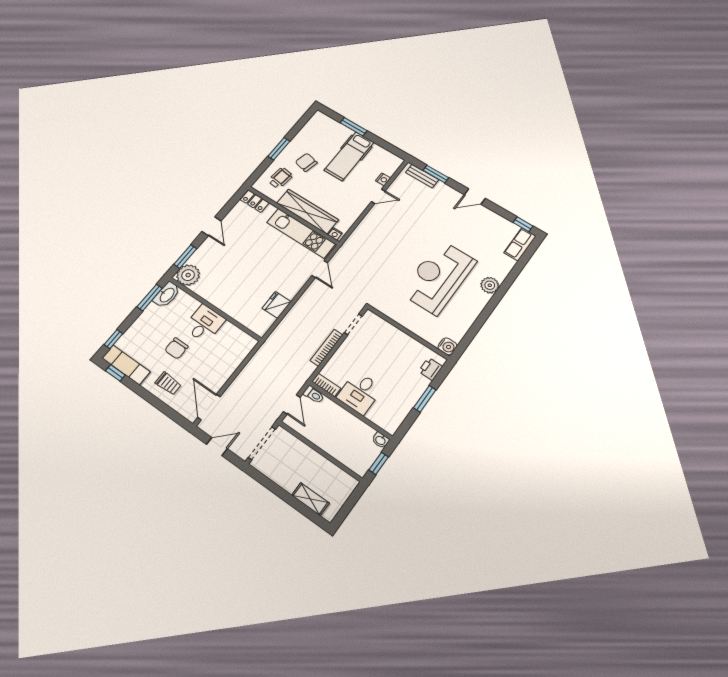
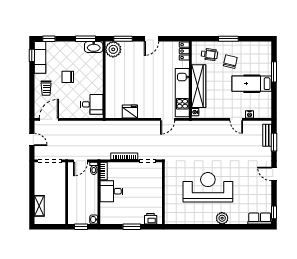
desk: (204, 324) -> (92, 104), moved
water cooler: (447, 346) -> (170, 219), removed

